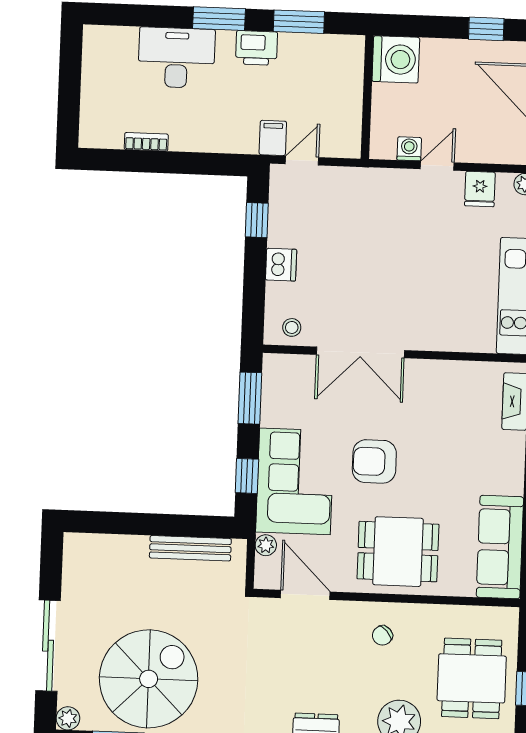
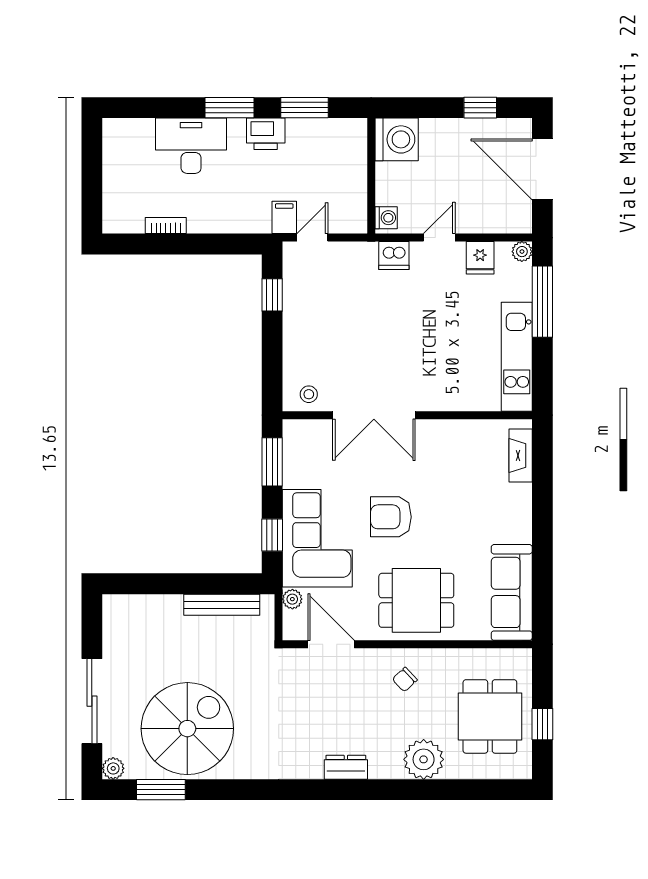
washing machine: (409, 149) -> (386, 218), moved, turned 90
dishwasher: (281, 265) -> (394, 255), moved, turned 90

